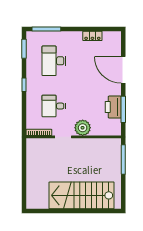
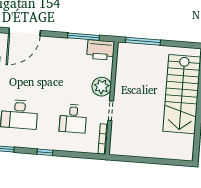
door: (123, 70) -> (25, 32), moved
printer: (113, 107) -> (100, 50), moved

